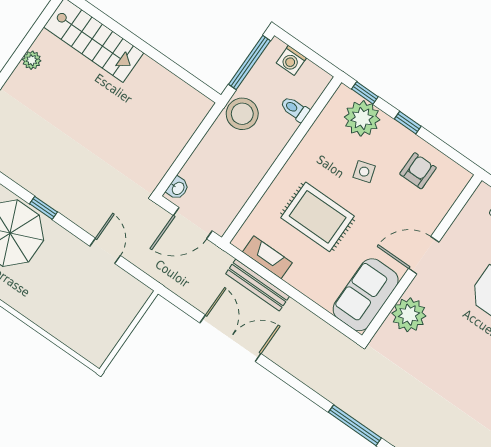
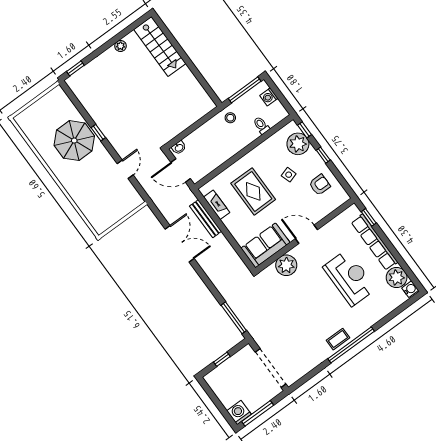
stool: (242, 114) -> (230, 118), width x0.53, depth x0.53

